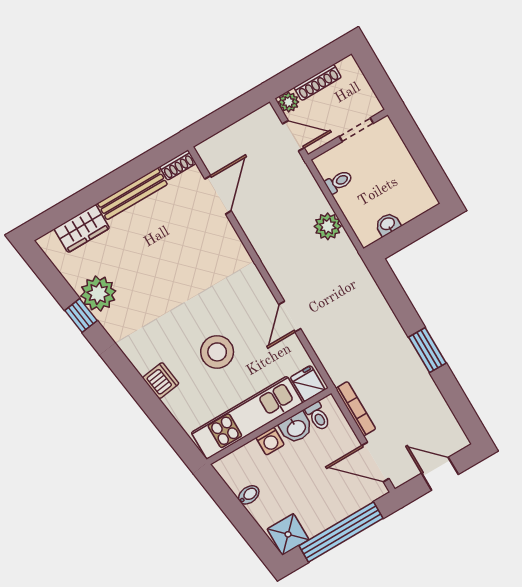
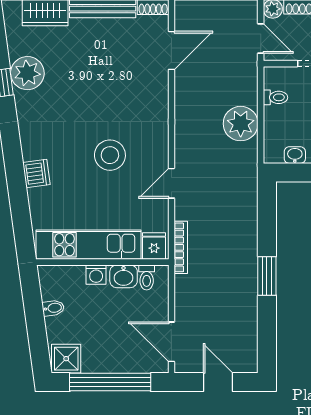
plant: (328, 226) -> (241, 124), width x1.36, depth x1.36
stool: (217, 352) -> (110, 155), moved
bookcase: (356, 409) -> (181, 247), moved

